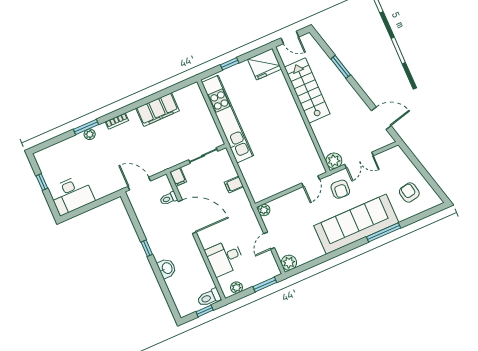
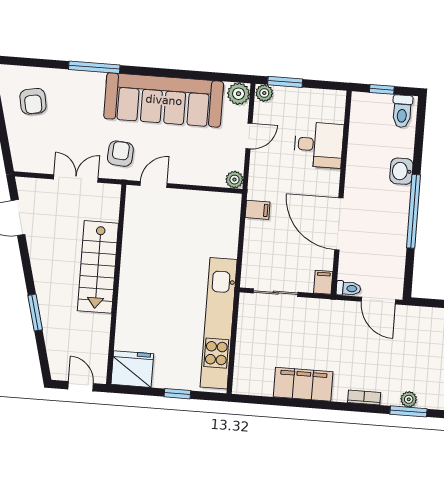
stairs: (307, 91) -> (98, 267), moved
plant: (334, 161) -> (109, 195), removed
filing cabinet: (234, 185) -> (258, 210), moved
toilet: (169, 198) -> (348, 288), moved
sofa: (356, 224) -> (164, 100), moved
window: (147, 248) -> (413, 211), width x3.17
plant: (237, 288) -> (264, 93), moved
toilet: (209, 298) -> (402, 111), moved, turned 90

